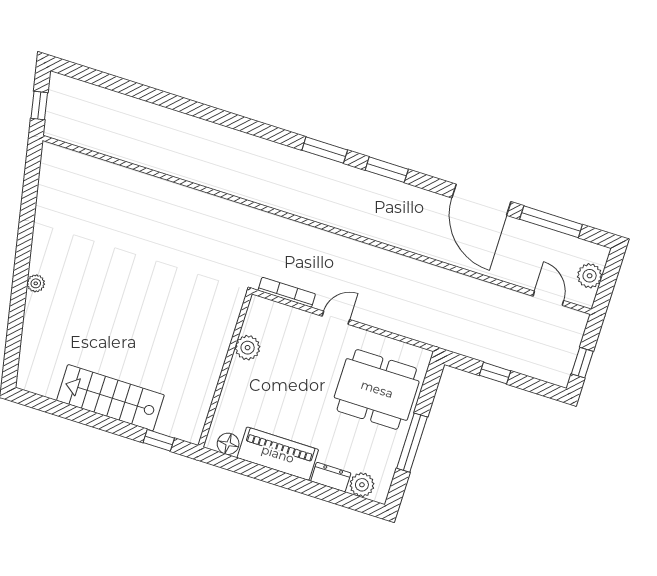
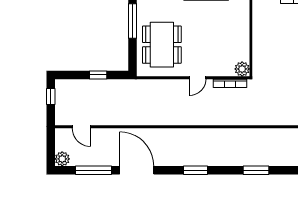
window: (325, 150) -> (256, 170), moved
plant: (590, 276) -> (62, 159), moved
plant: (248, 348) -> (242, 69), moved
dining table: (377, 389) -> (162, 45), turned 90

